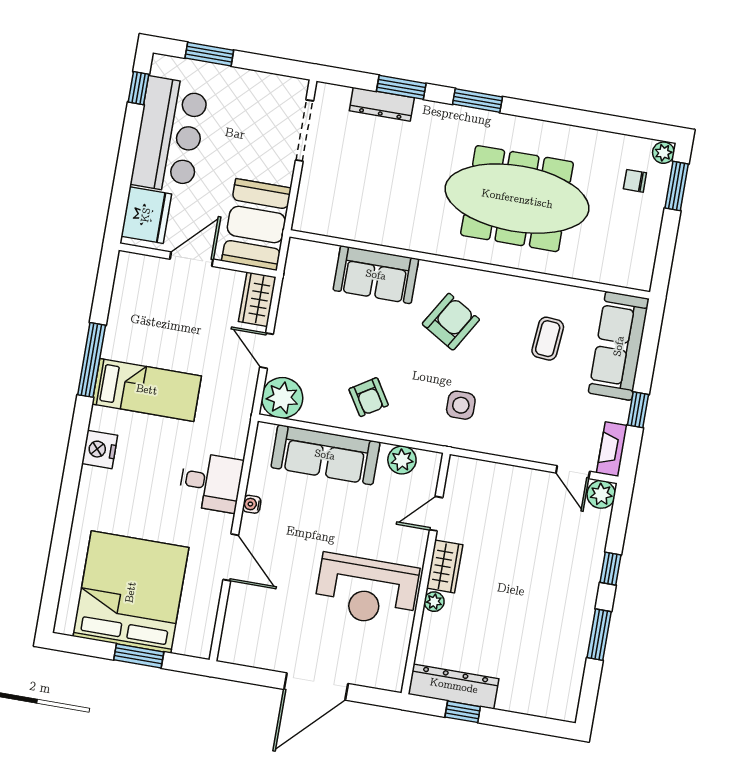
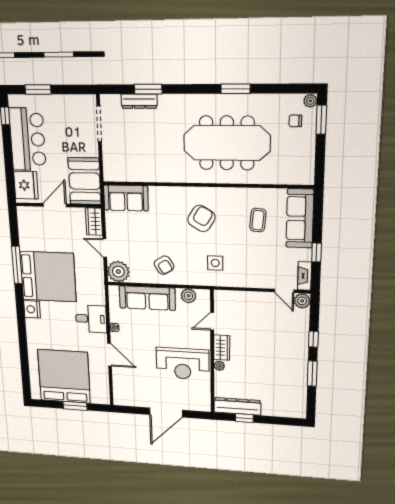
window: (478, 101) -> (236, 89), moved
sofa: (376, 275) -> (126, 198), moved
bed: (147, 390) -> (48, 277), width x2.04

